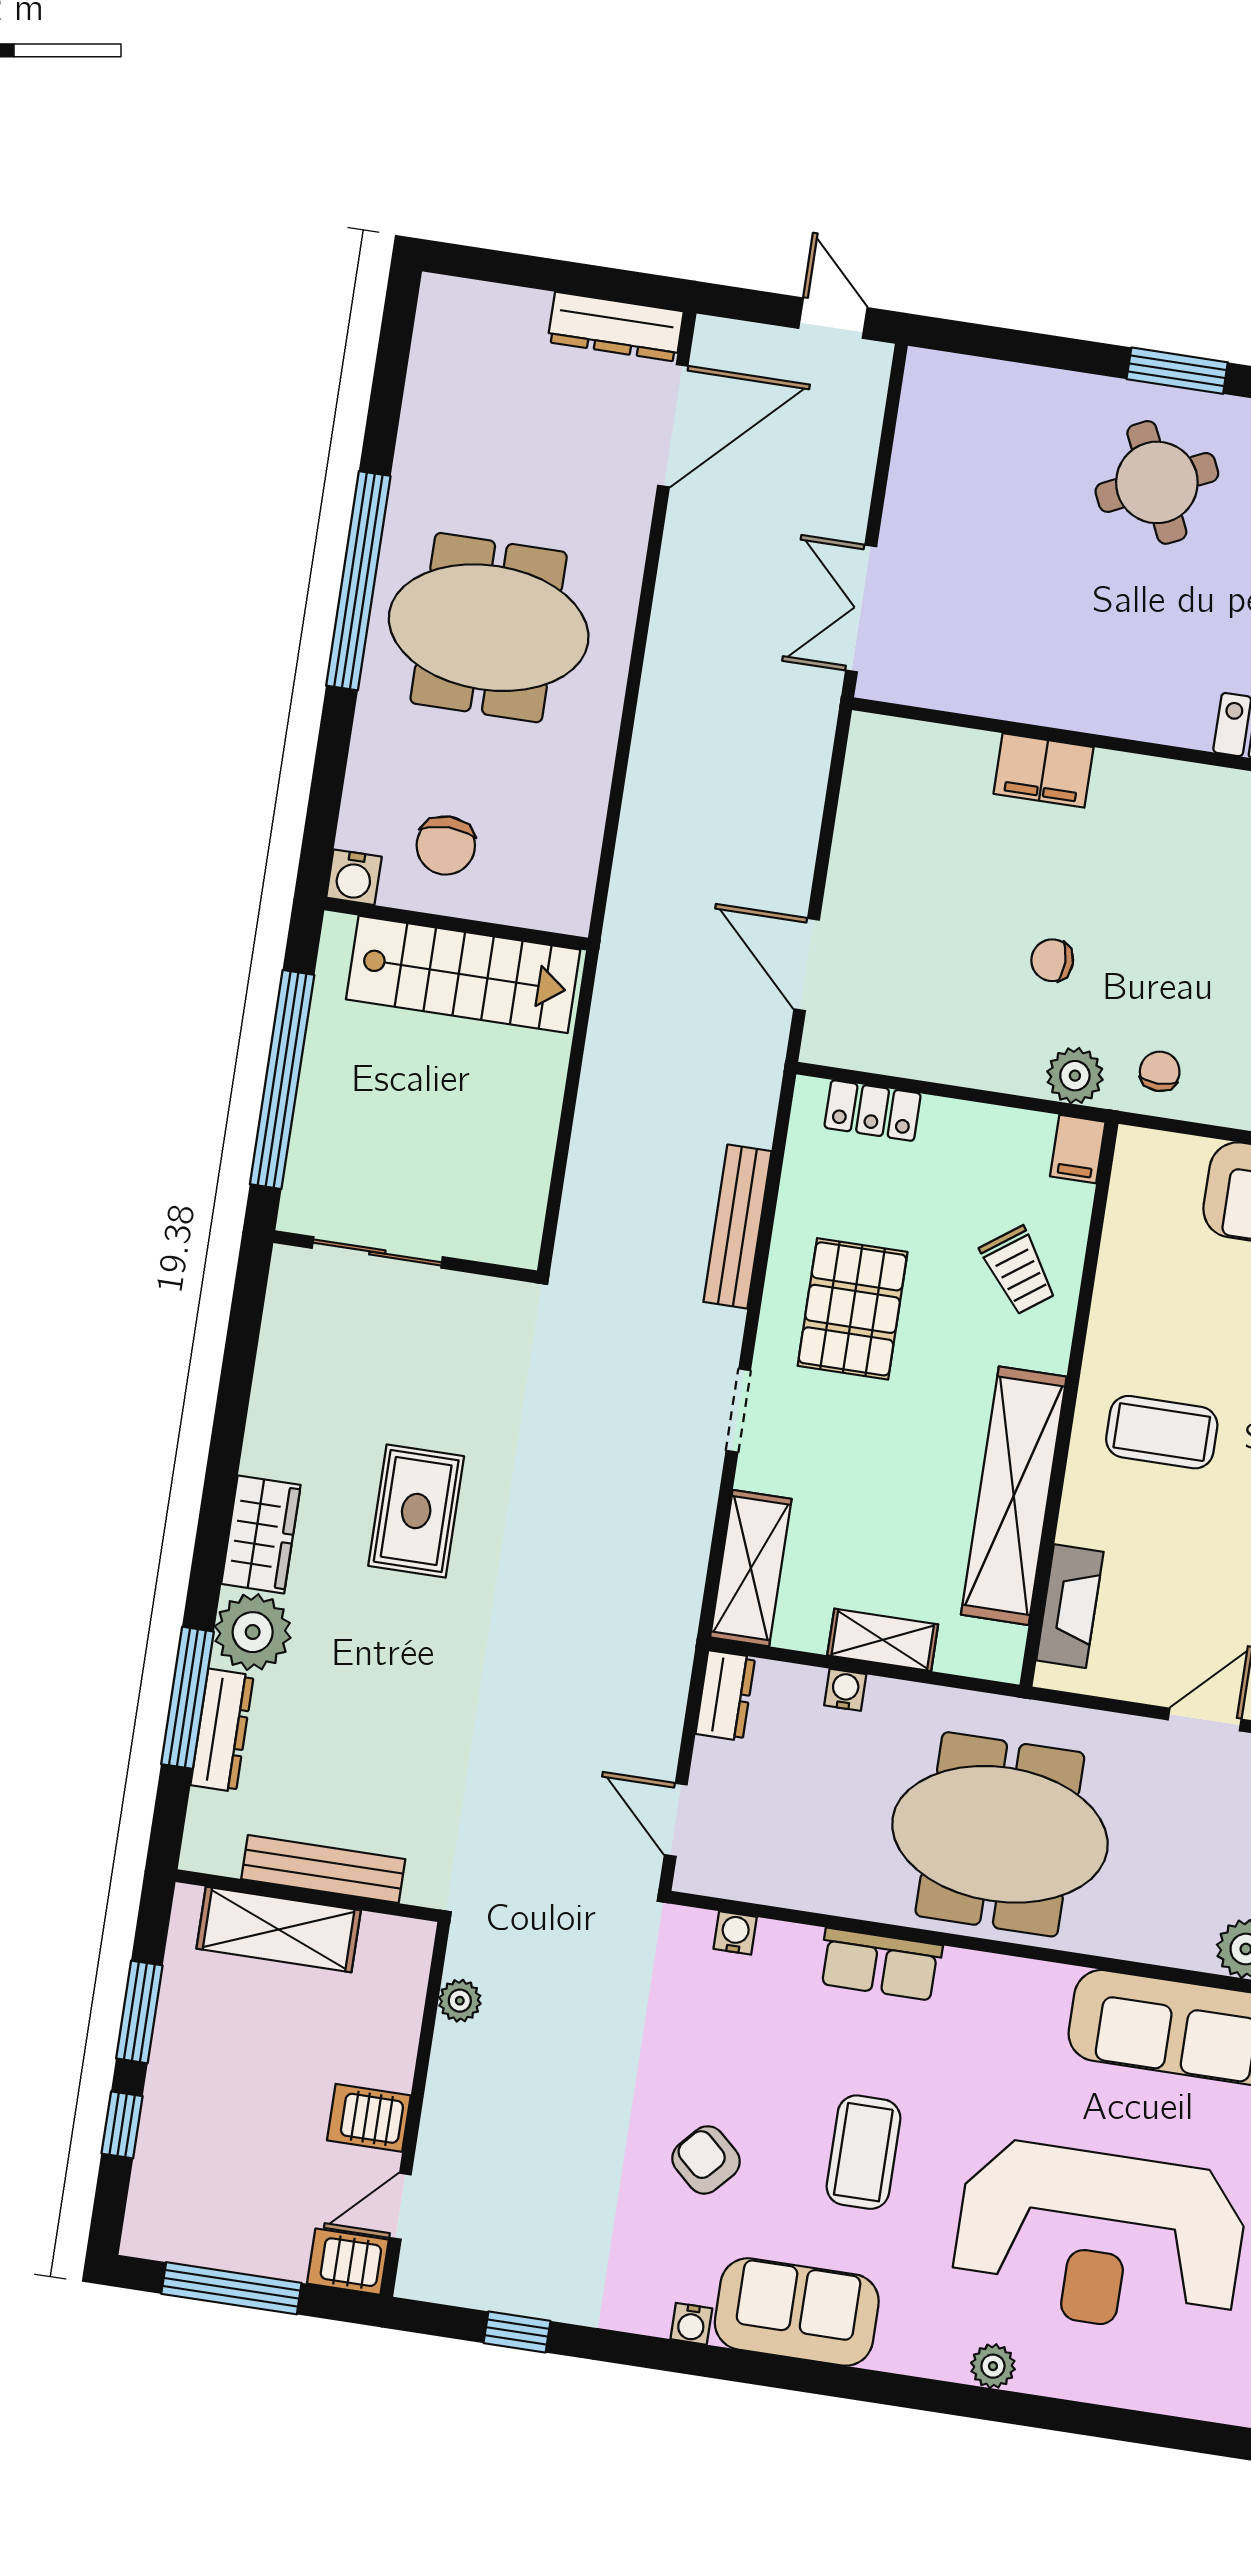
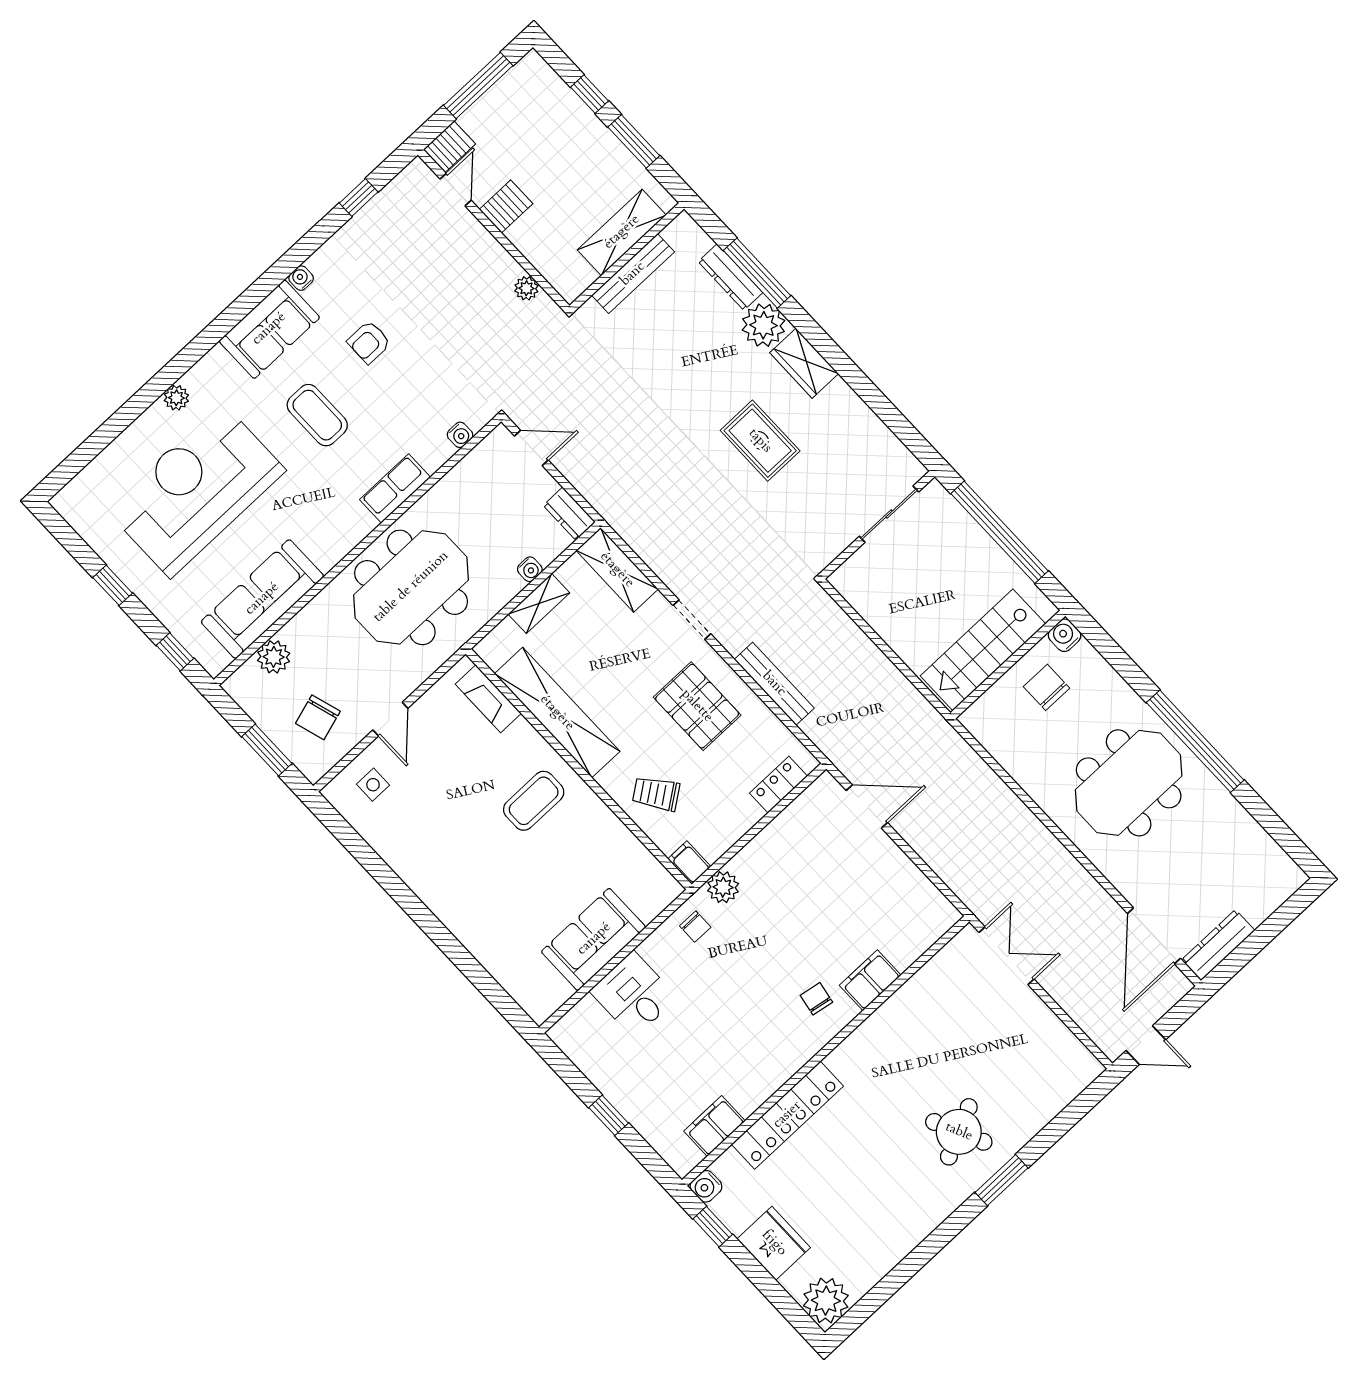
chair: (1052, 960) -> (816, 999), moved, turned -80
armchair: (706, 2160) -> (369, 342), turned 138

